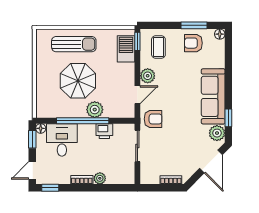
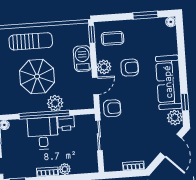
armchair: (193, 43) -> (130, 68), moved, turned 180
coffee table: (158, 47) -> (113, 38), turned 90
barbecue: (126, 49) -> (82, 59), moved
desk: (62, 140) -> (43, 133), moved

